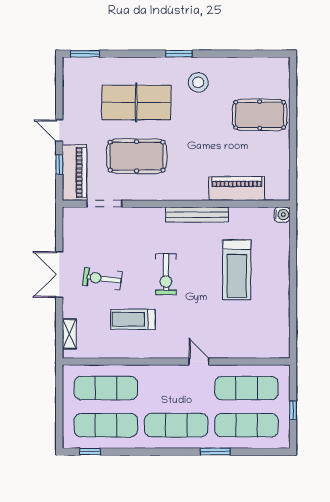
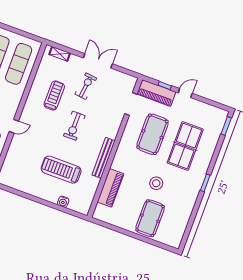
stool: (198, 82) -> (156, 183), moved
water cooler: (282, 215) -> (63, 202), moved
exercise bike: (166, 274) -> (74, 126), turned -90

